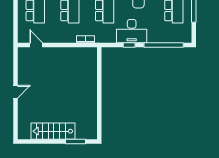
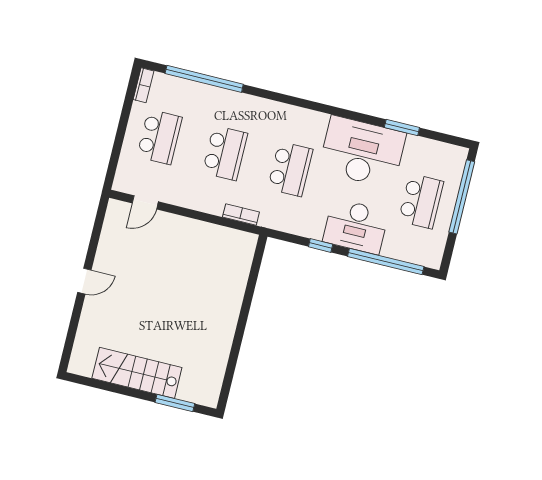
desk: (132, 31) -> (356, 226), moved
door: (36, 45) -> (145, 202), swing flipped

